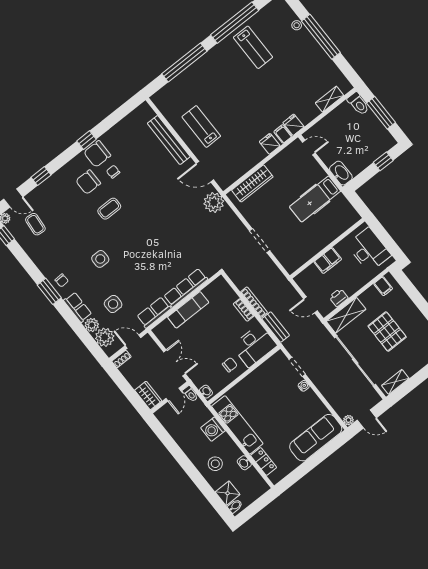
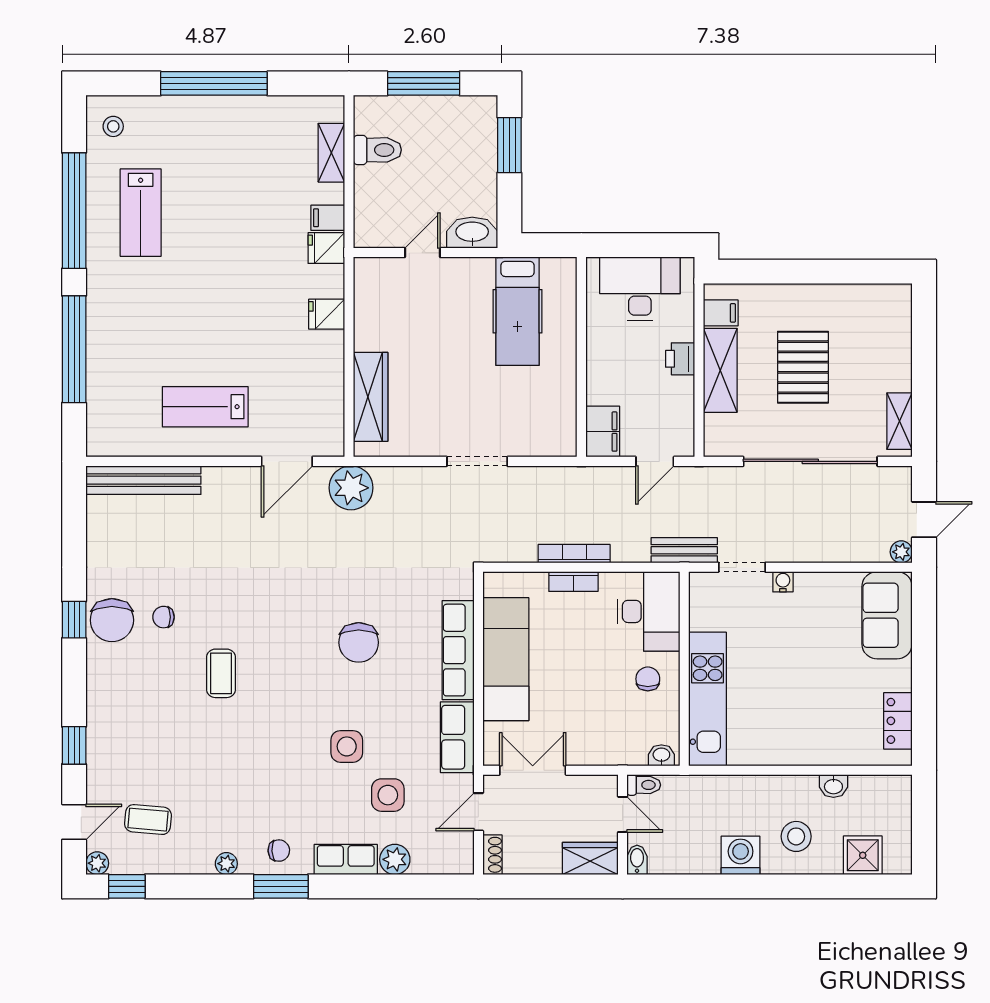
stool: (297, 25) -> (113, 126), moved
lab bench: (253, 47) -> (141, 213), turned 90
toilet: (358, 104) -> (377, 150), moved
filing cabinet: (283, 134) -> (328, 218), moved
bench: (169, 140) -> (143, 480), moved
door: (309, 147) -> (423, 253), moved
window: (383, 161) -> (509, 145), width x1.50
chair: (88, 182) -> (359, 642), moved
hospital bed: (315, 199) -> (518, 311), moved
side table: (100, 259) -> (347, 746), moved
filing cabinet: (328, 261) -> (603, 432), moved
printer: (339, 298) -> (680, 359), moved
exam couch: (188, 310) -> (506, 659), width x1.36, depth x1.45
shelving: (346, 315) -> (720, 370), moved
bench: (276, 327) -> (684, 550), moved
pallet: (387, 332) -> (803, 367), turned 90
plant: (105, 337) -> (226, 864), moved, width x0.53, depth x0.53
double door: (174, 363) -> (533, 770), moved
kitchen unit: (237, 425) -> (708, 699), moved, turned 90
washing machine: (213, 429) -> (741, 855), moved, turned 180
sofa: (316, 438) -> (887, 615), width x0.73
locker: (264, 461) -> (898, 721), moved, turned -90
bidet: (235, 506) -> (637, 860), moved

